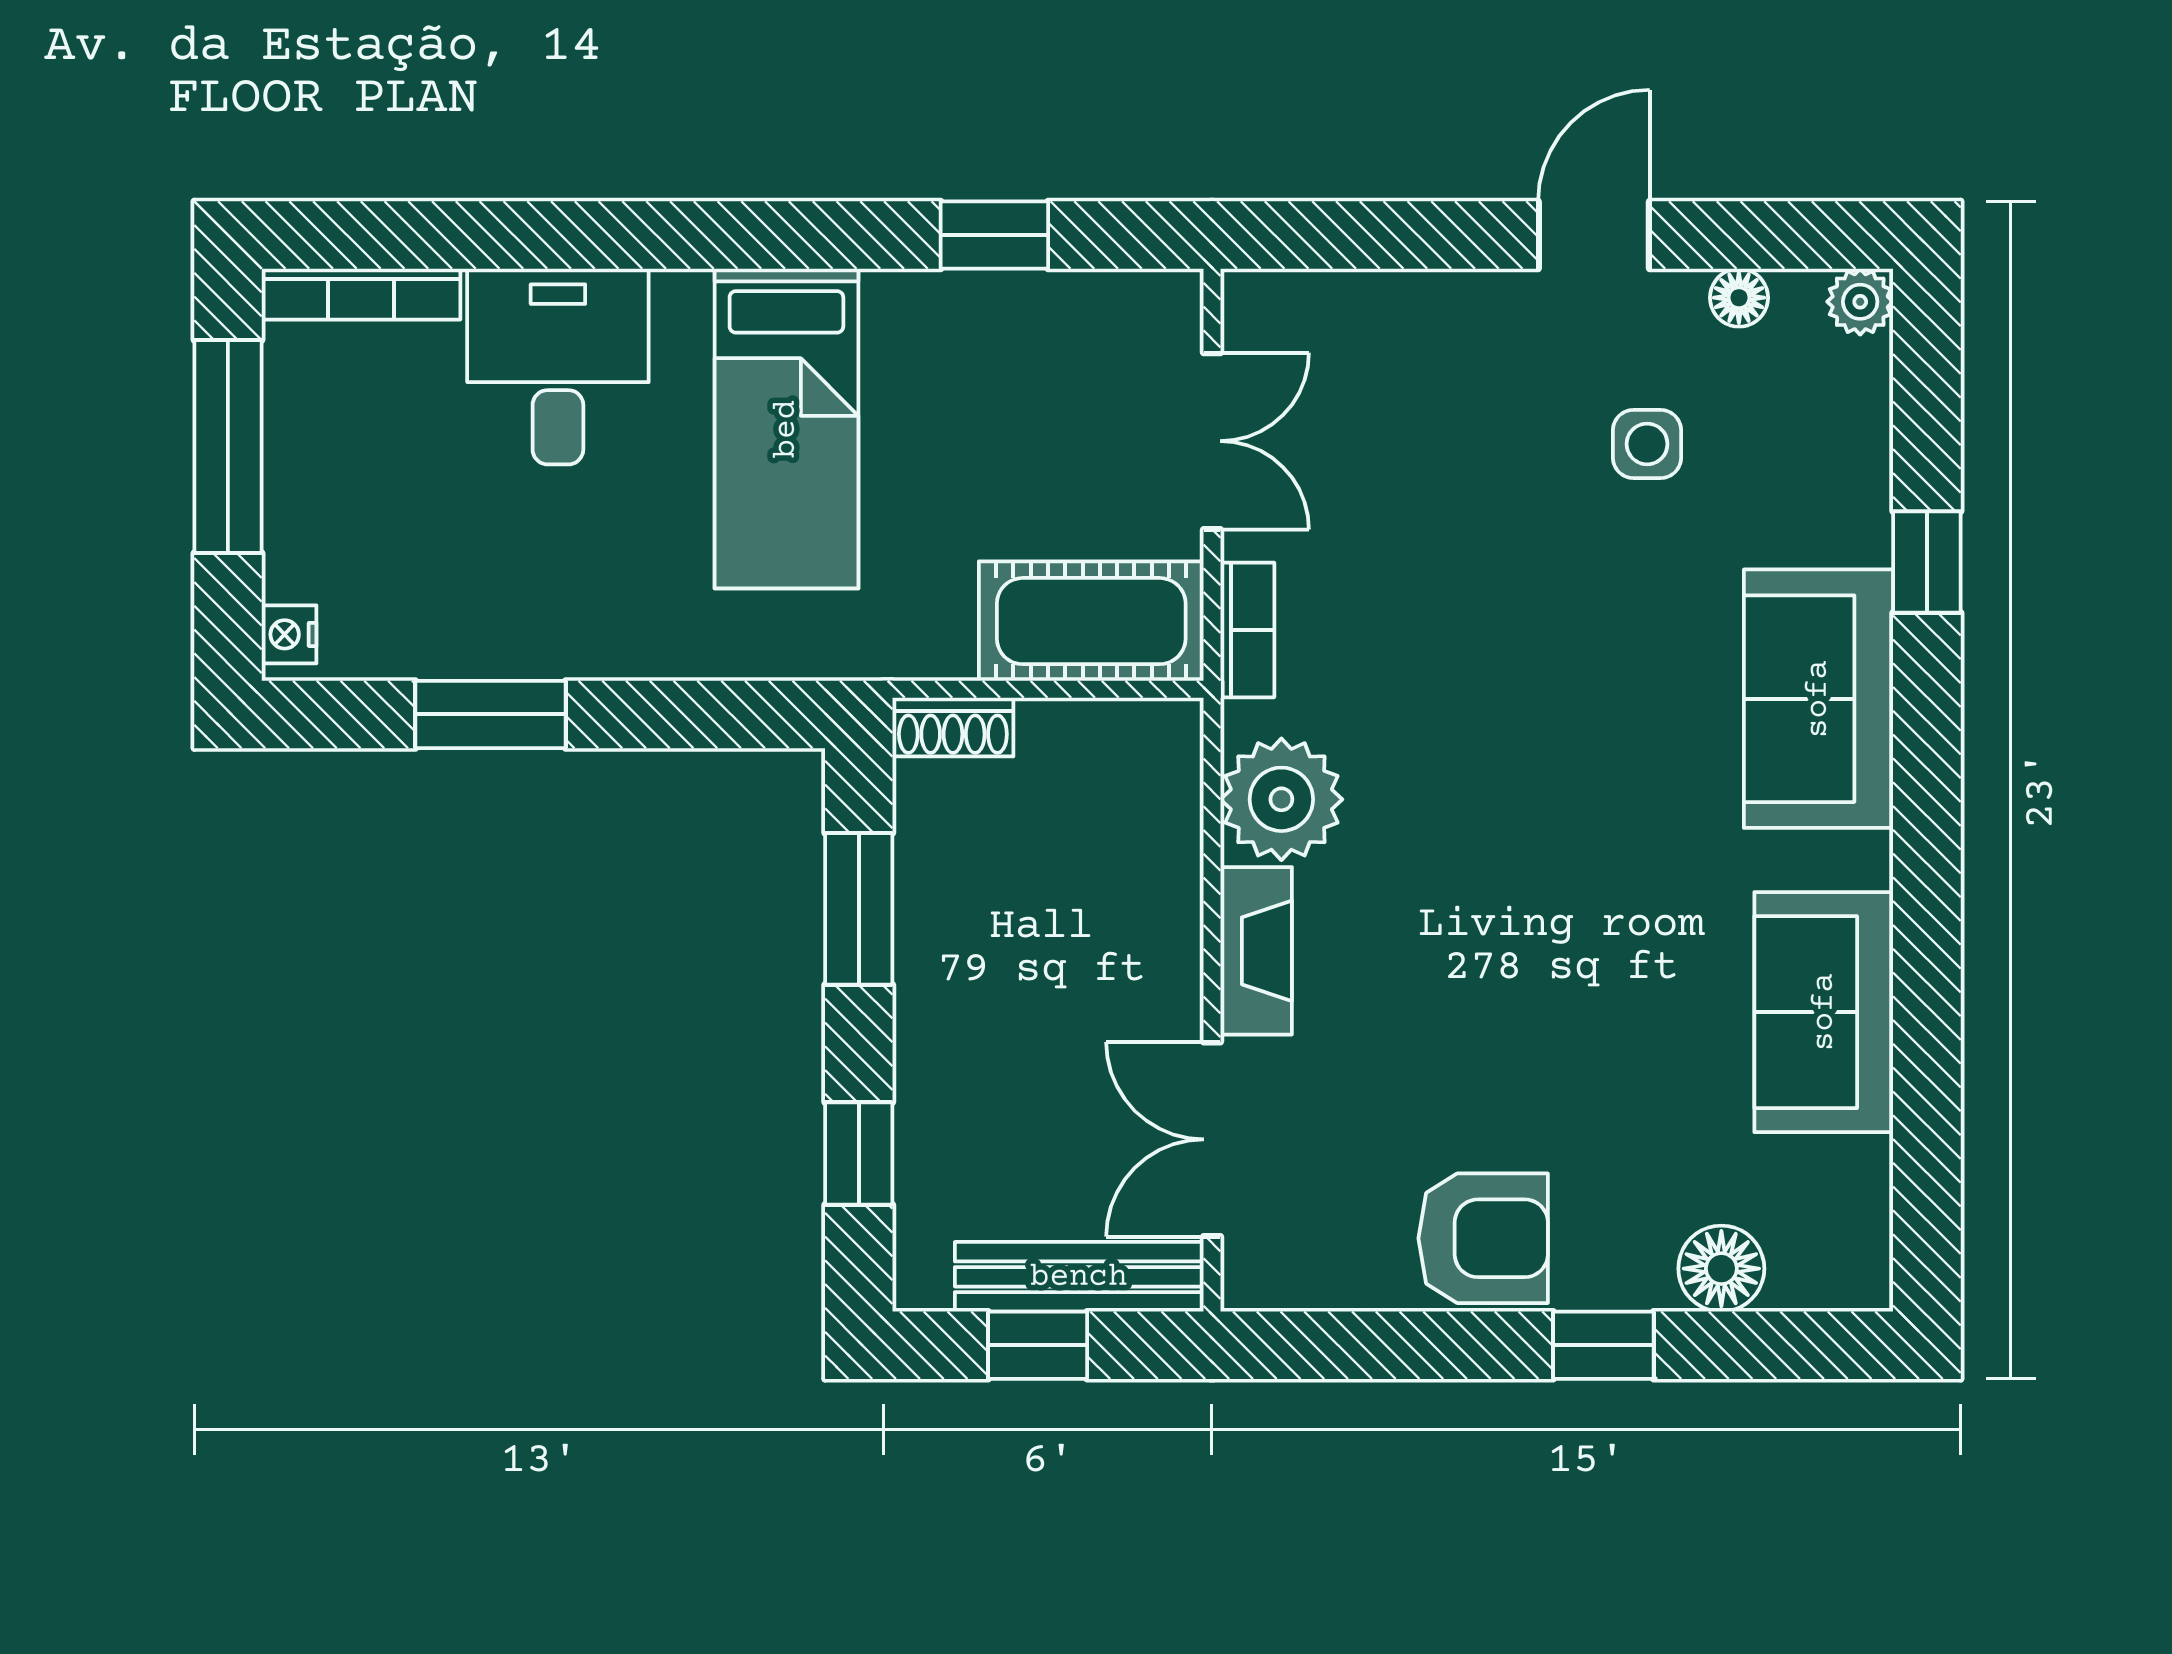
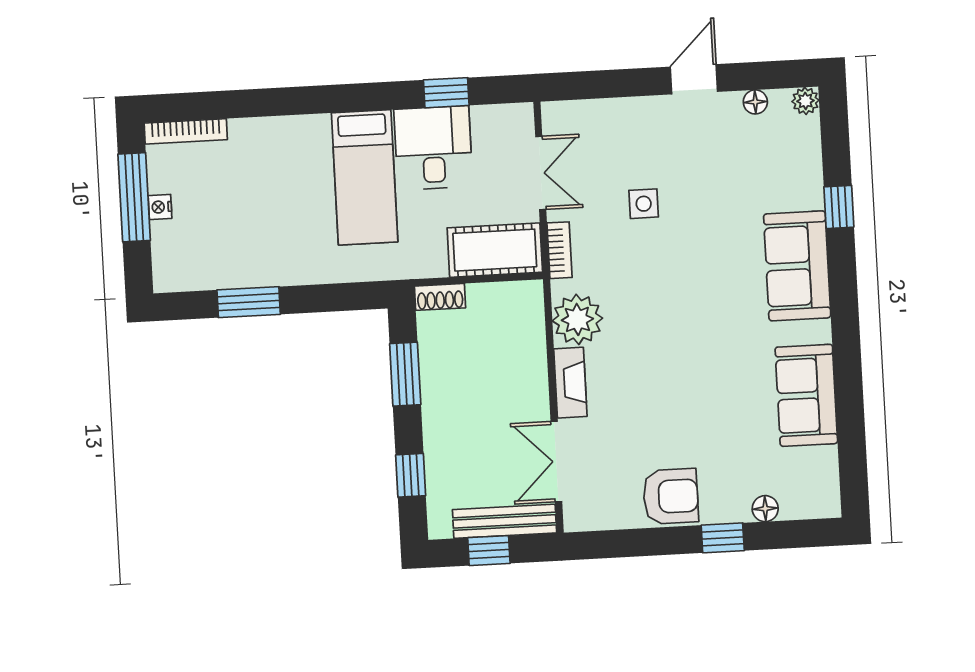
desk: (558, 367) -> (433, 148), moved
side table: (1647, 444) -> (644, 204), moved
nightstand: (289, 634) -> (160, 207), moved
floor lamp: (1721, 1269) -> (765, 509), width x0.73, depth x0.73

